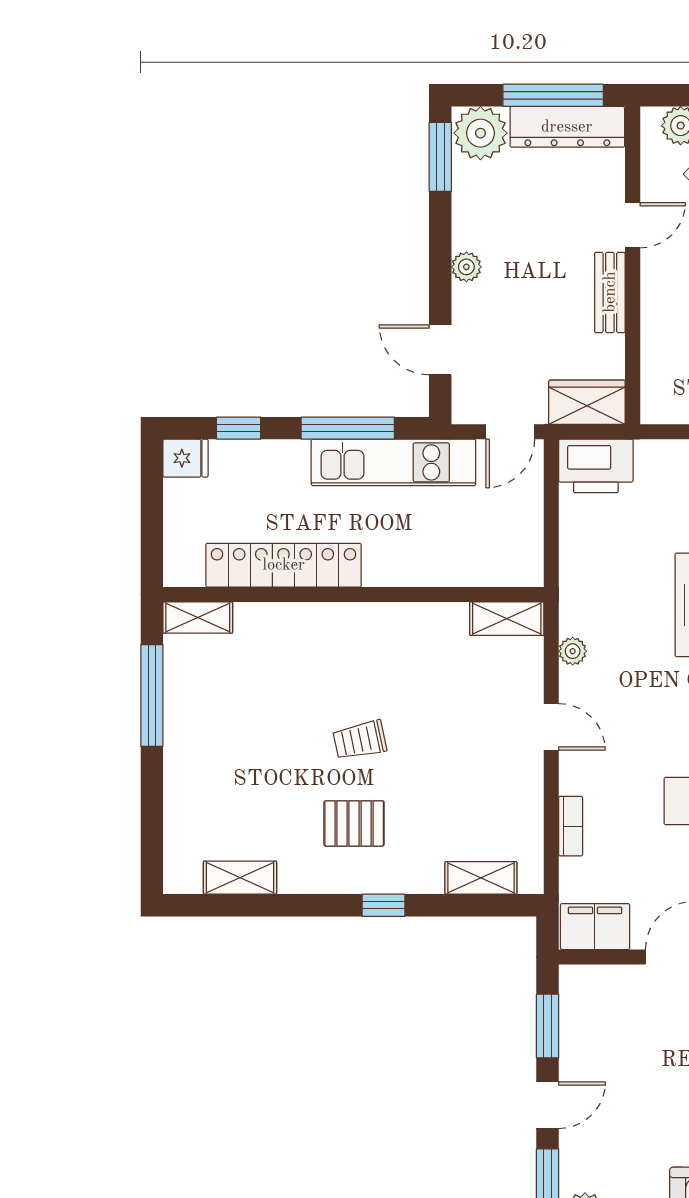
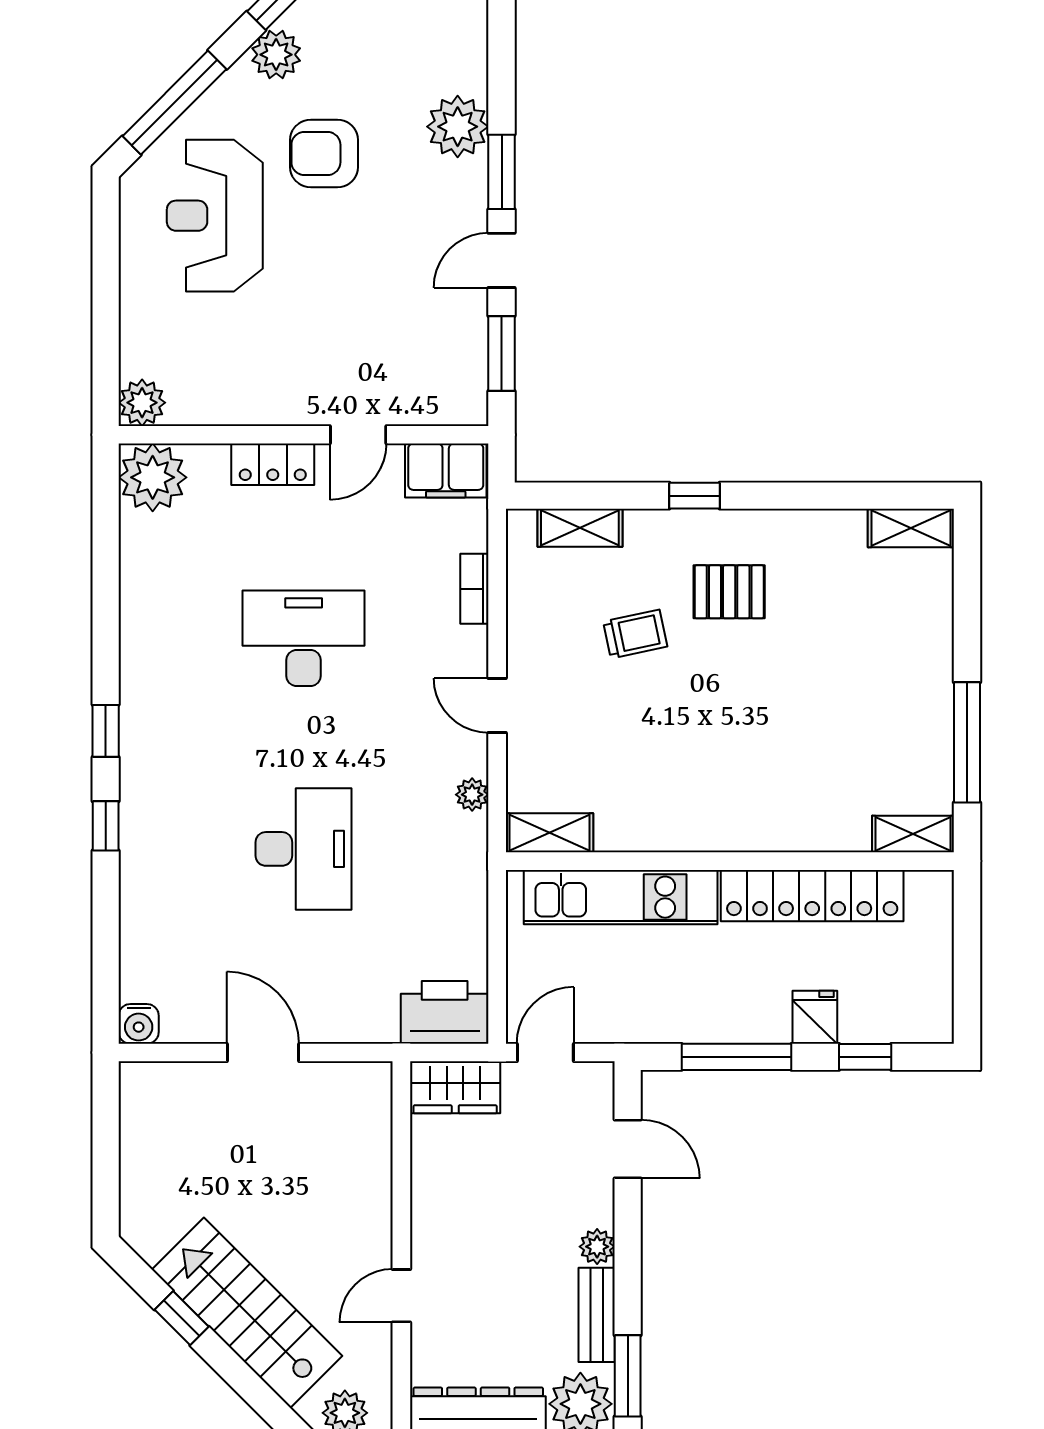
bench: (610, 292) -> (597, 1315), moved
fridge: (186, 458) -> (815, 1017), moved, turned 90
kitchen unit: (393, 462) -> (621, 897), moved, turned 180
trolley: (360, 740) -> (635, 634), moved
shelving: (240, 878) -> (911, 528), moved

